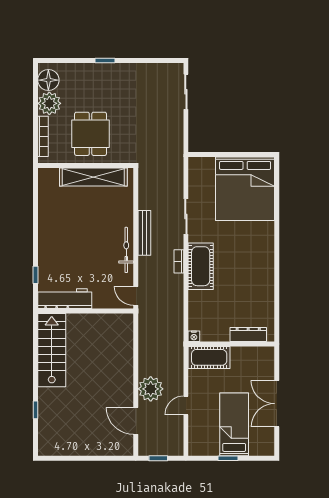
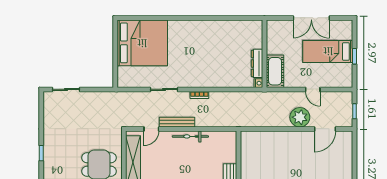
cot: (201, 266) -> (203, 78), removed
door: (136, 296) -> (151, 129), moved
dresser: (248, 335) -> (257, 63), moved

